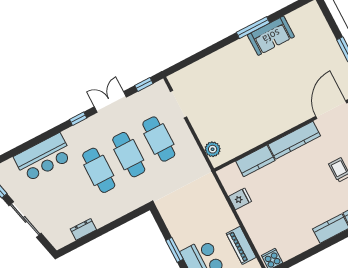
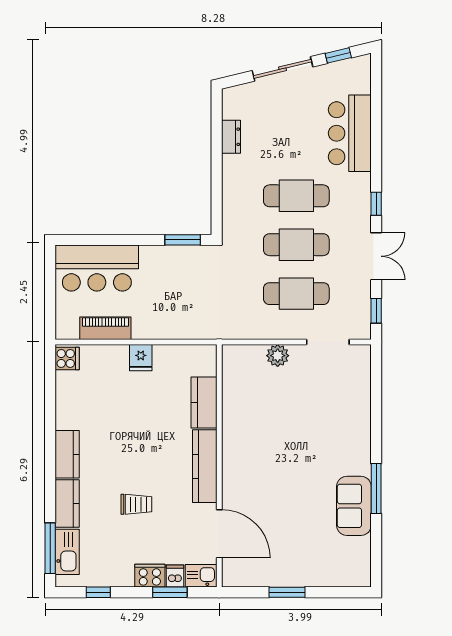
plant: (213, 149) -> (278, 356), moved
fridge: (240, 199) -> (141, 358), moved
window: (175, 250) -> (183, 240), moved

